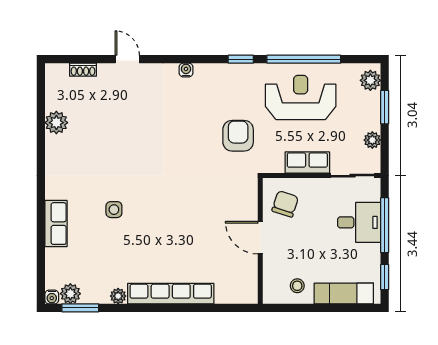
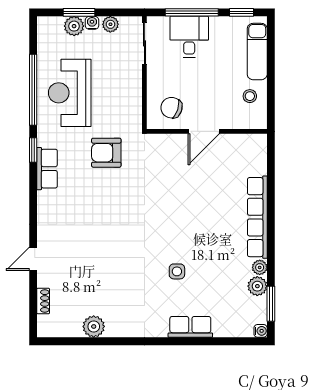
water cooler: (186, 70) -> (92, 23), moved, turned 90
plant: (370, 80) -> (74, 26), moved
row of seats: (307, 163) -> (47, 169), moved, turned 180
plant: (70, 294) -> (257, 286), moved

